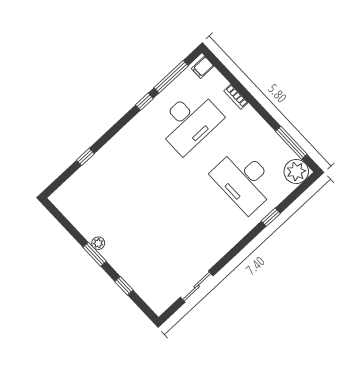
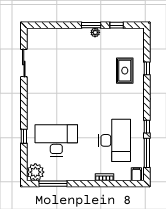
desk: (189, 121) -> (114, 140), turned 180
rug: (109, 177) -> (125, 71), added
window: (124, 286) -> (117, 25), moved

